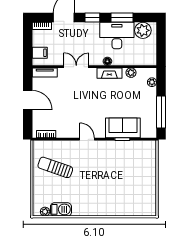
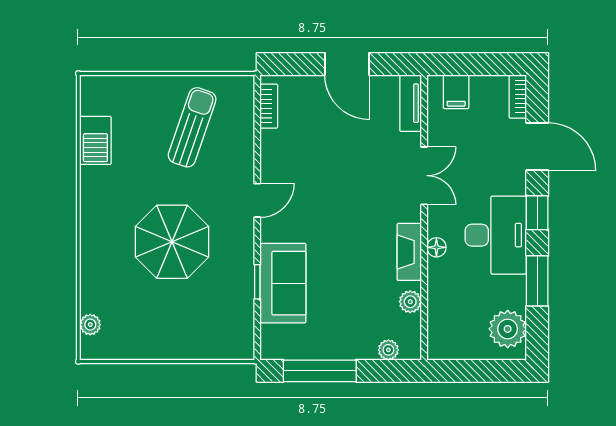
desk: (117, 36) -> (496, 235), moved
door: (28, 100) -> (347, 64), hinge flipped
parasol: (105, 176) -> (172, 242), added
plant: (45, 212) -> (90, 325), moved

